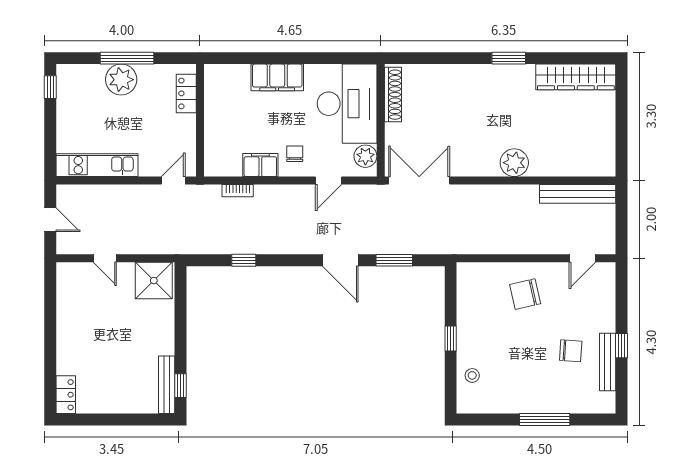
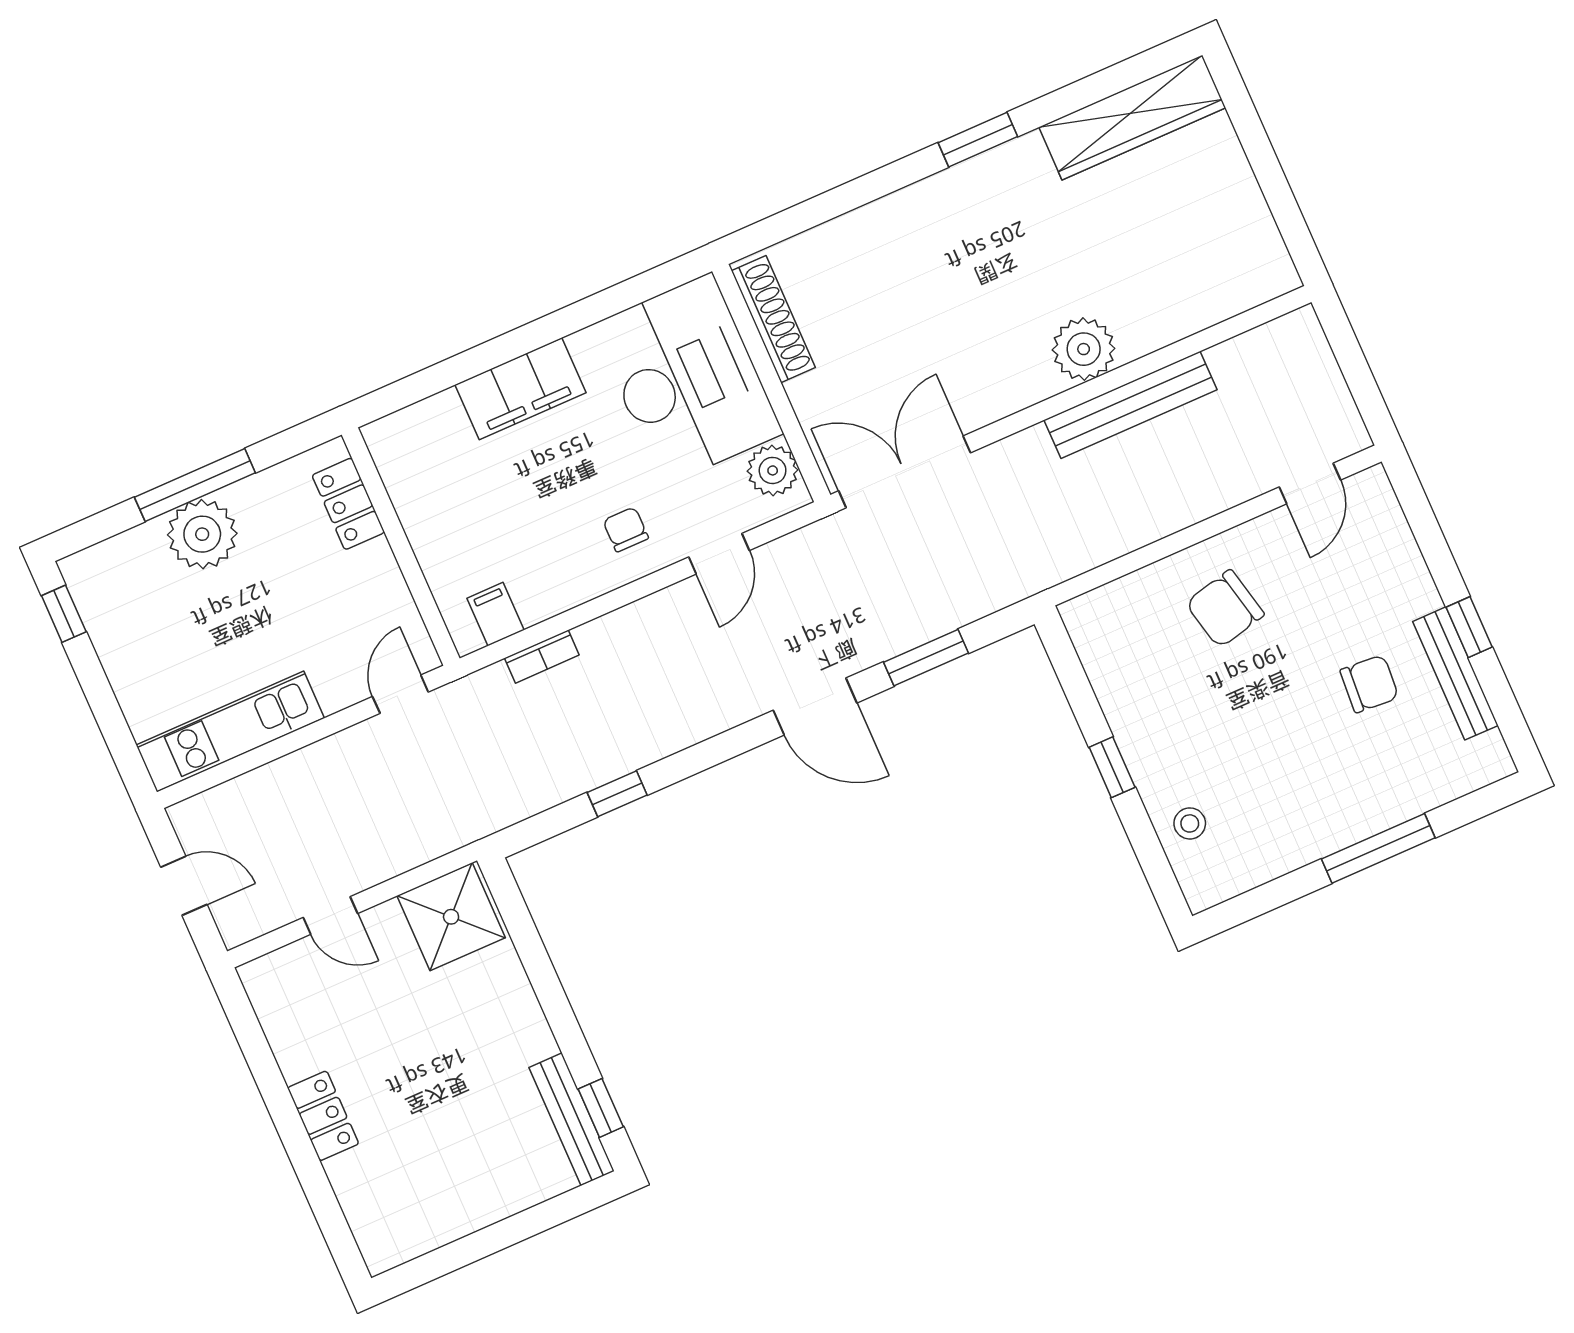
filing cabinet: (260, 165) -> (495, 614), moved, width x0.50
bench: (578, 194) -> (1131, 405), moved
locker: (66, 395) -> (323, 1116), moved

